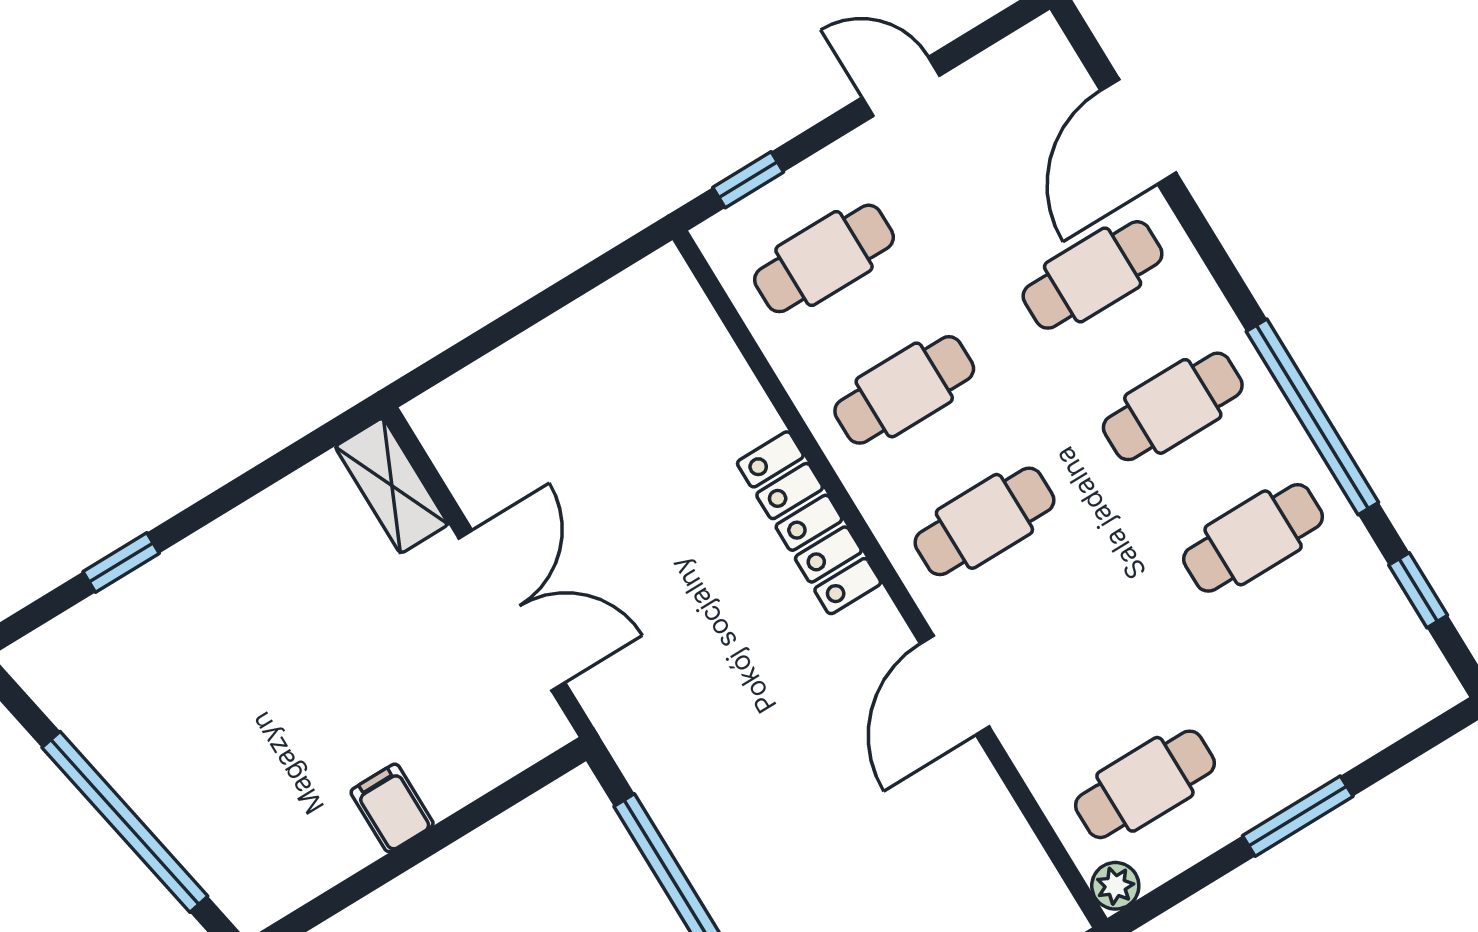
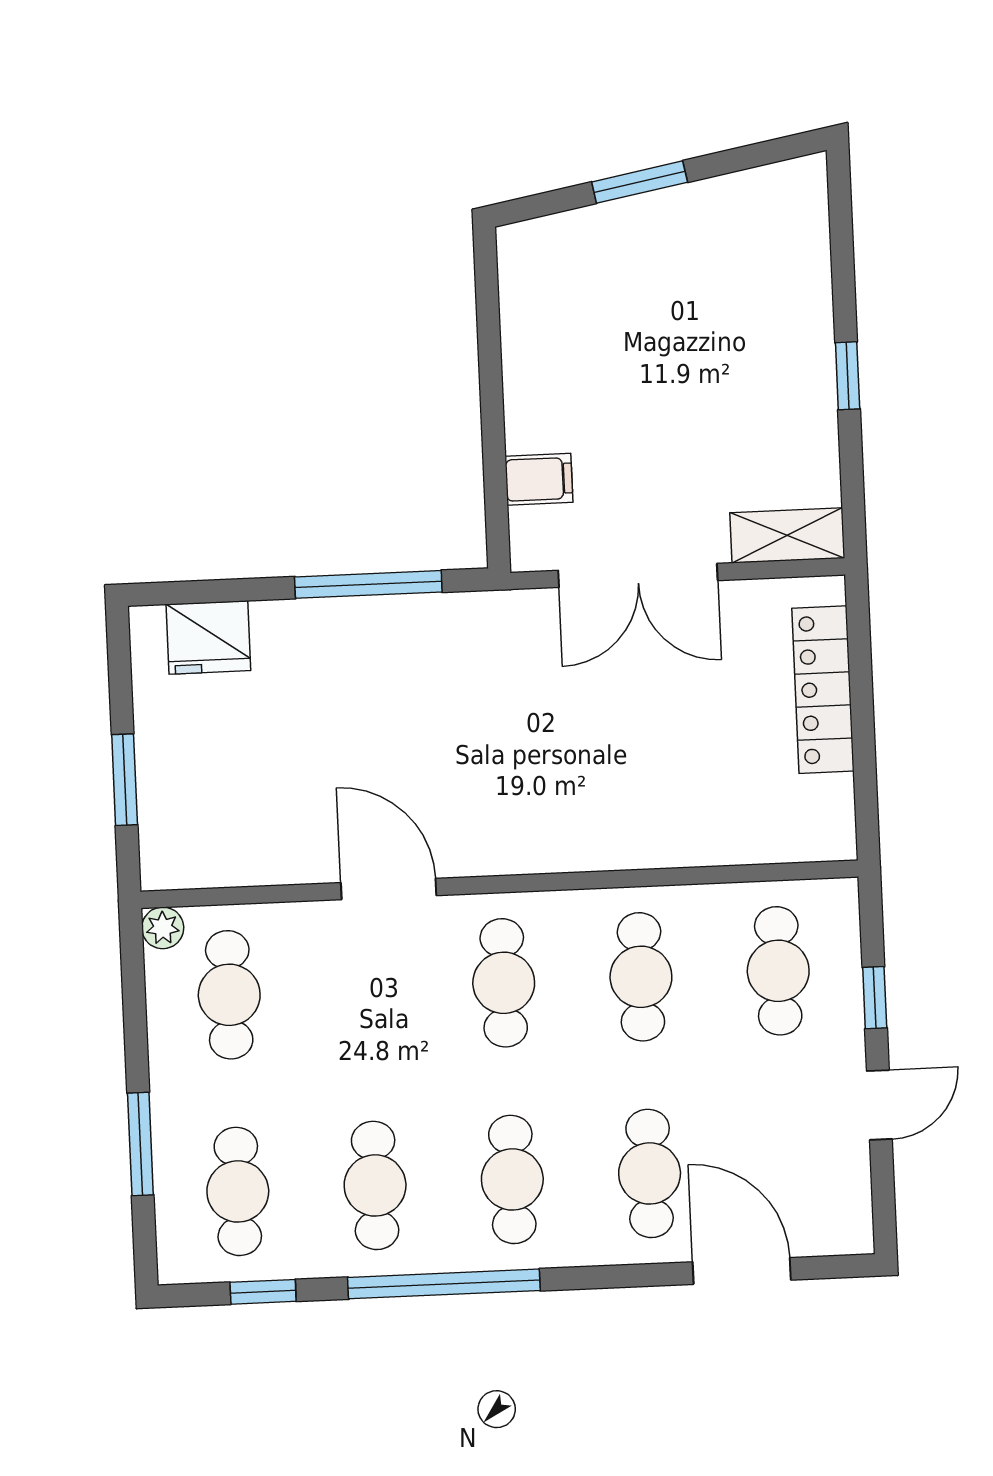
window: (748, 180) -> (875, 998), moved
locker: (809, 523) -> (823, 690), moved, turned -90
window: (121, 562) -> (848, 376), moved
cafe table: (1333, 669) -> (238, 1191), added
filing cabinet: (392, 808) -> (539, 479), moved
window: (1298, 816) -> (140, 1144), moved
window: (125, 822) -> (640, 182), width x0.47

